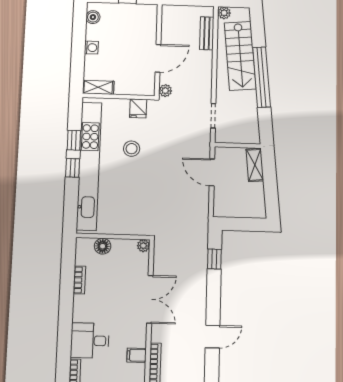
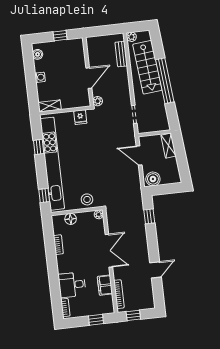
stool: (132, 149) -> (87, 199), moved
window: (73, 168) -> (44, 196), moved
boiler: (227, 208) -> (153, 179), added
filing cabinet: (137, 355) -> (105, 285), width x2.00

